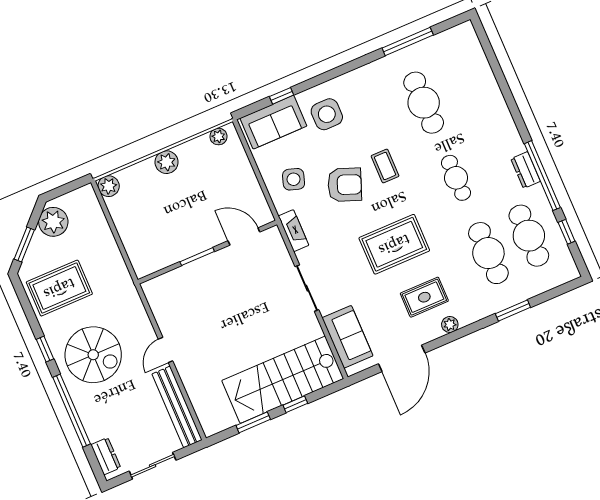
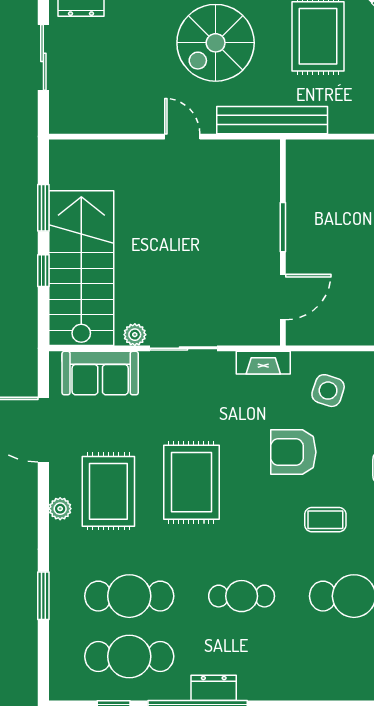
coffee table: (385, 166) -> (325, 520), moved
armchair: (345, 185) -> (293, 452), turned 69
rug: (424, 297) -> (108, 491), width x1.36, depth x1.43
plant: (312, 325) -> (135, 335), added
bench: (177, 407) -> (272, 120), moved

